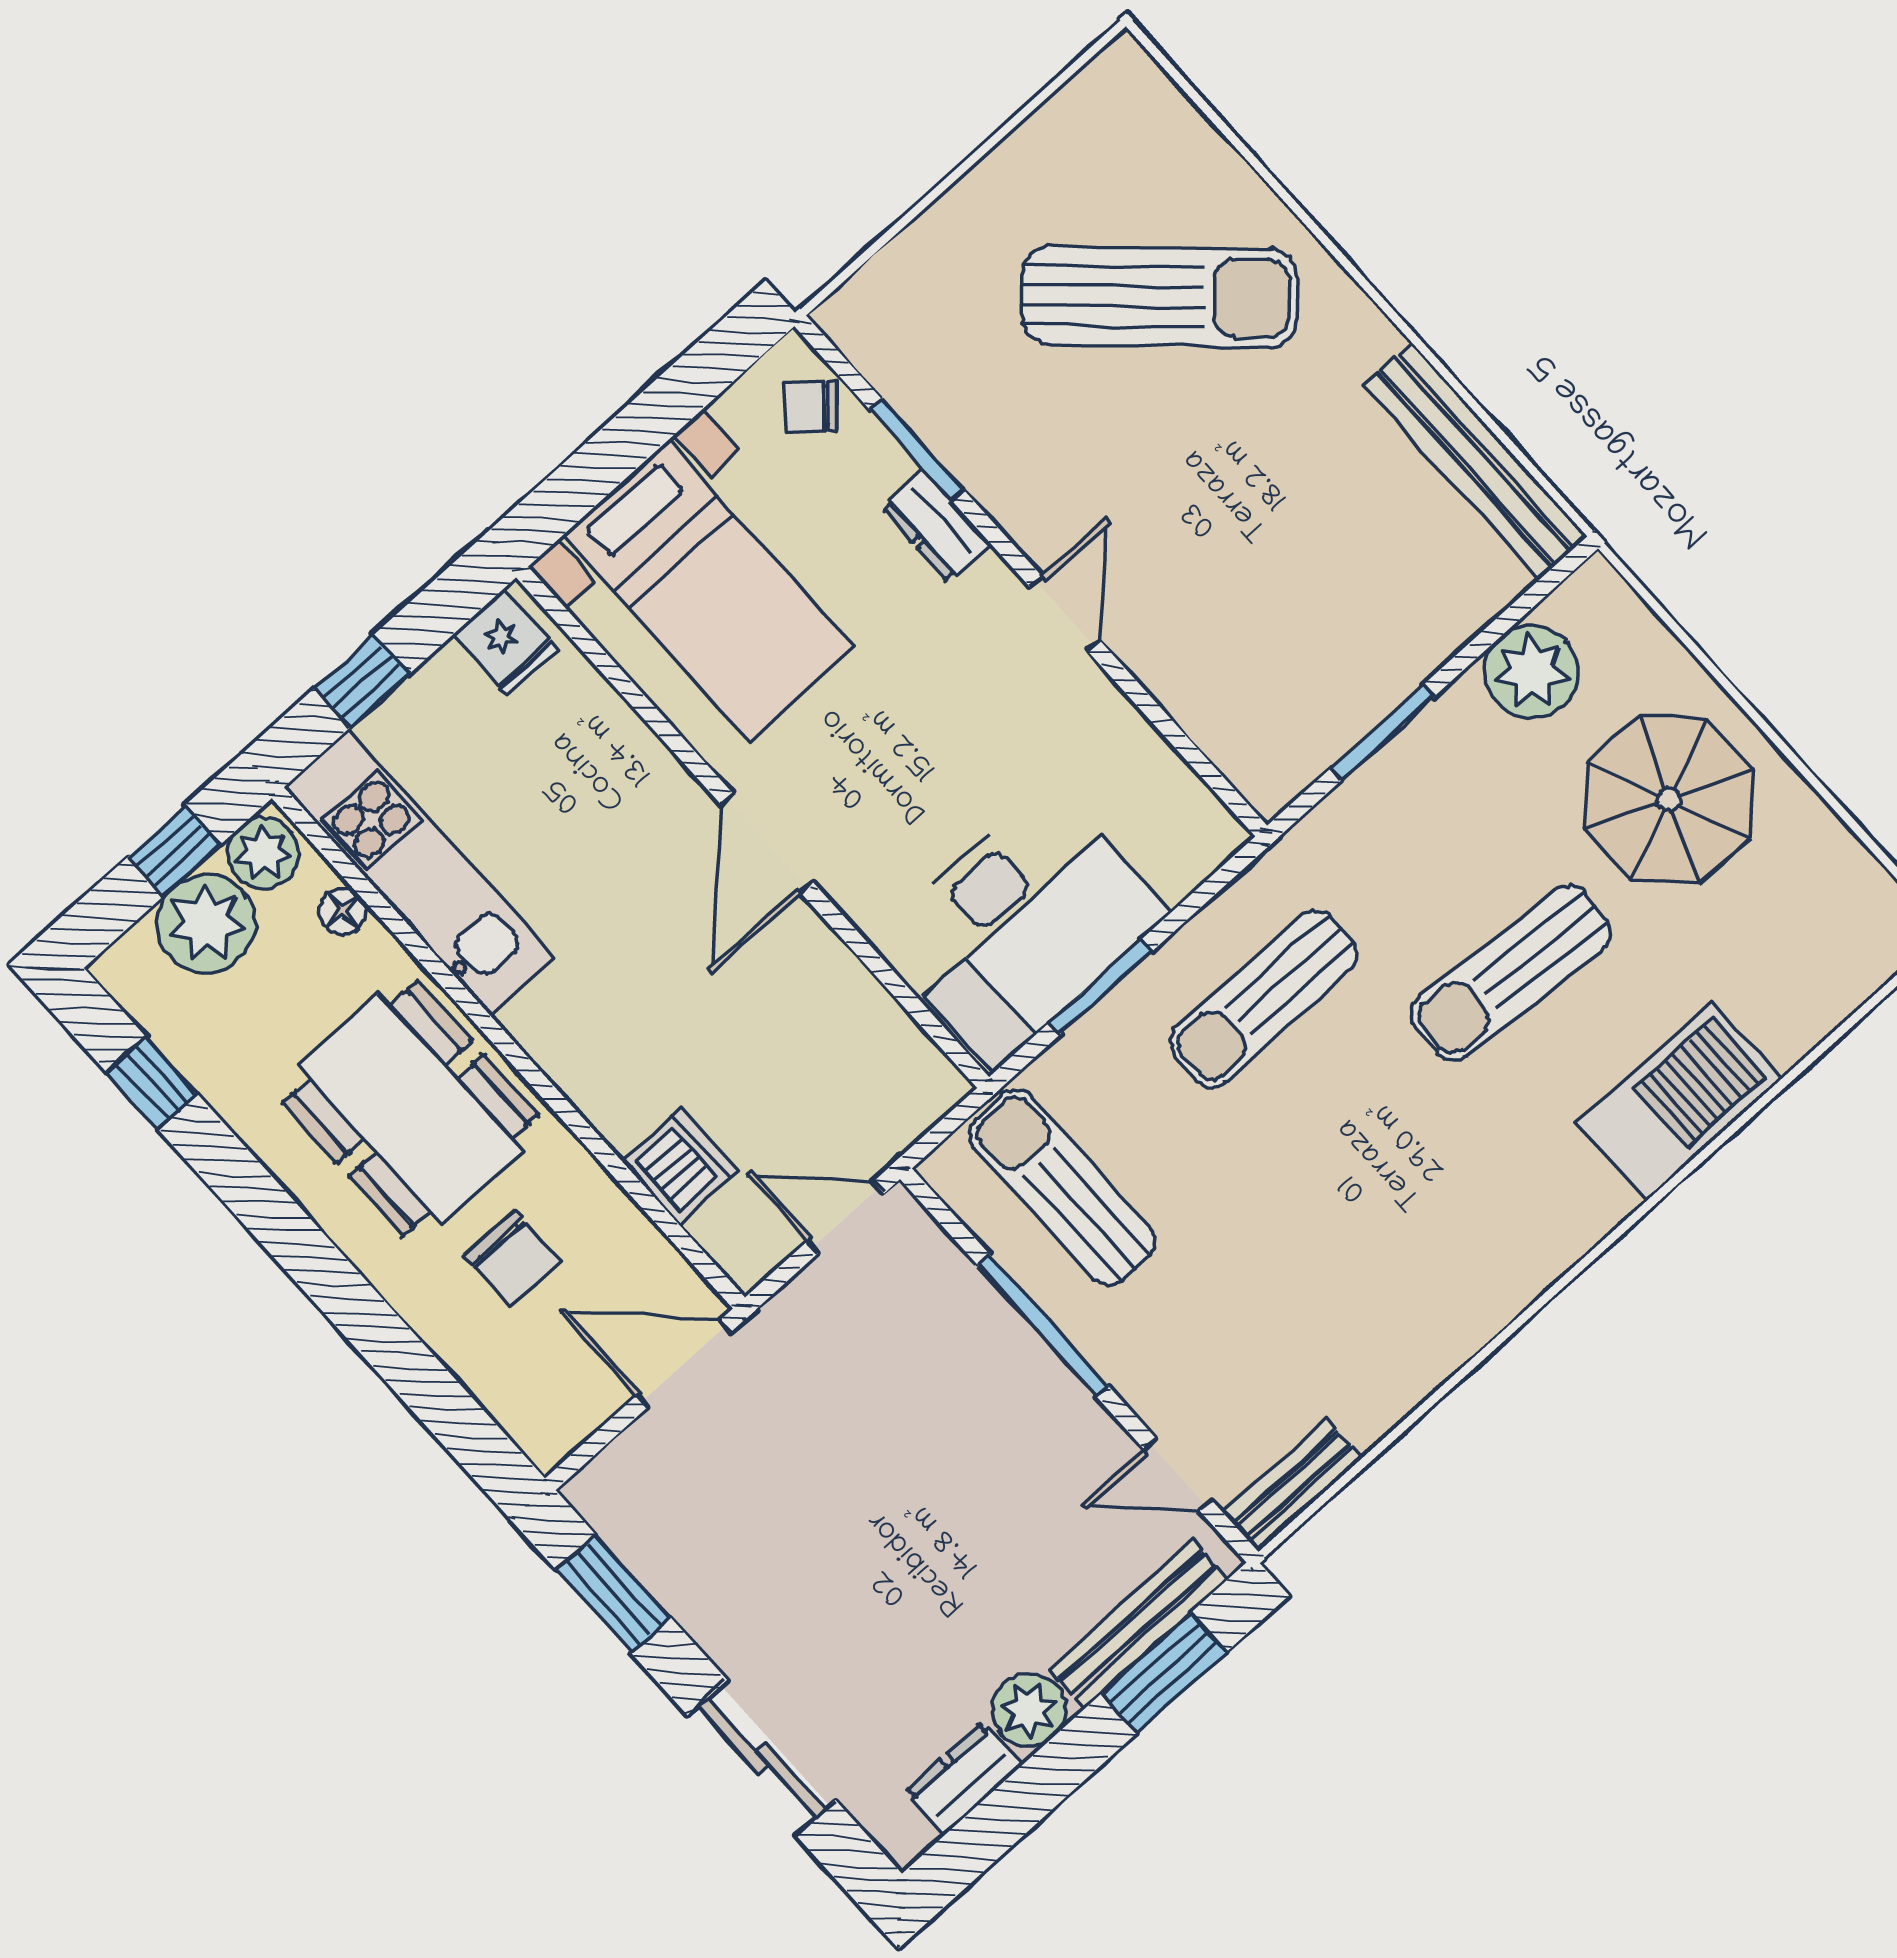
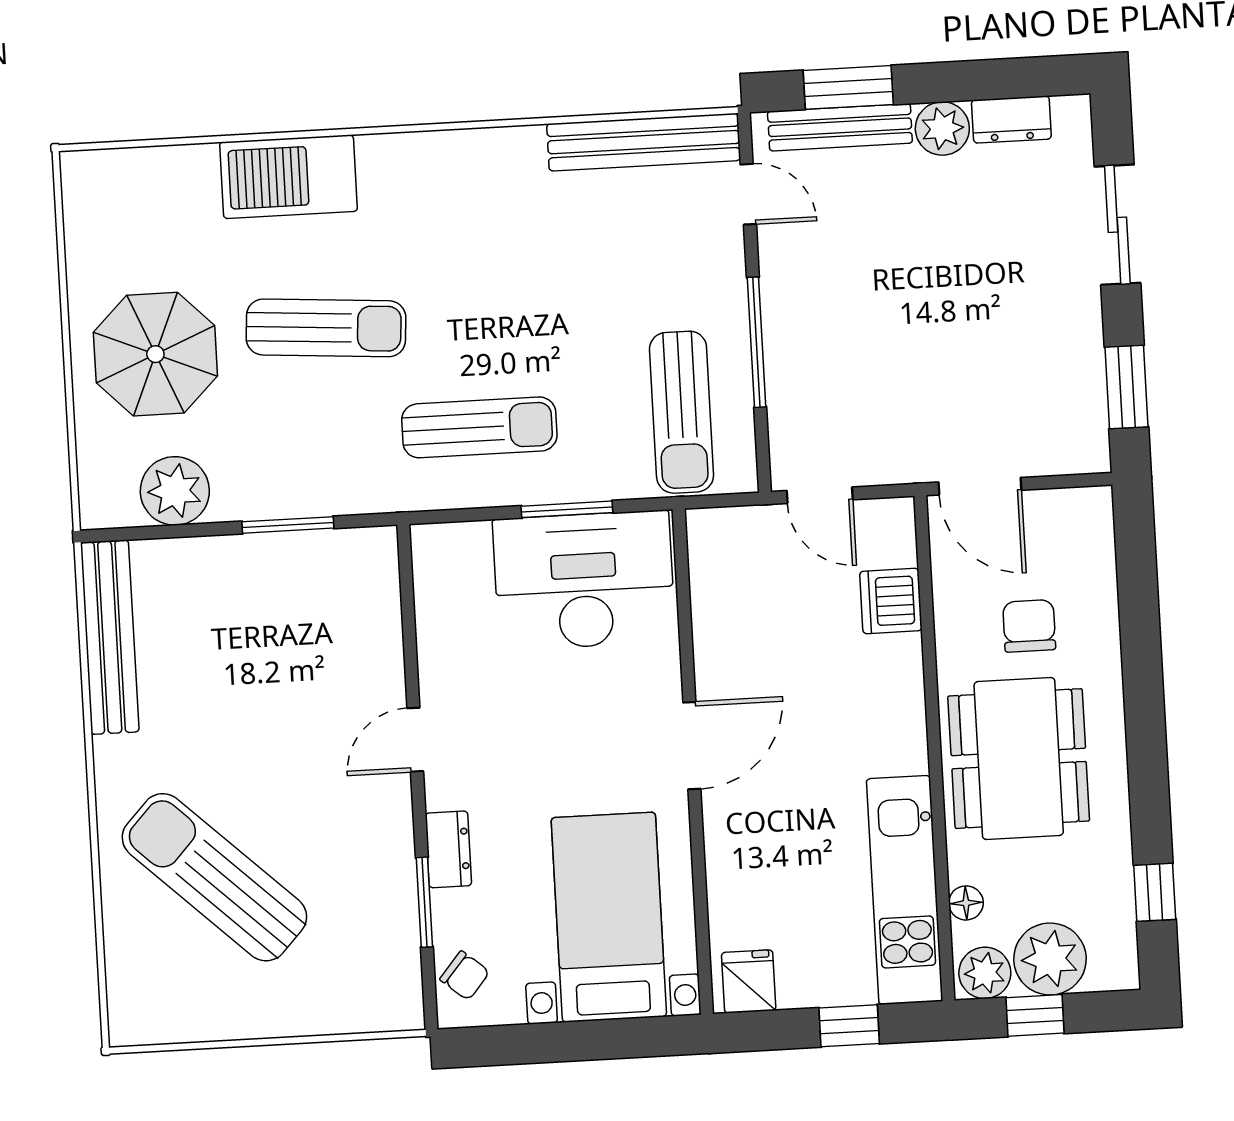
bench: (1292, 1485) -> (644, 142), width x1.86, depth x1.21

